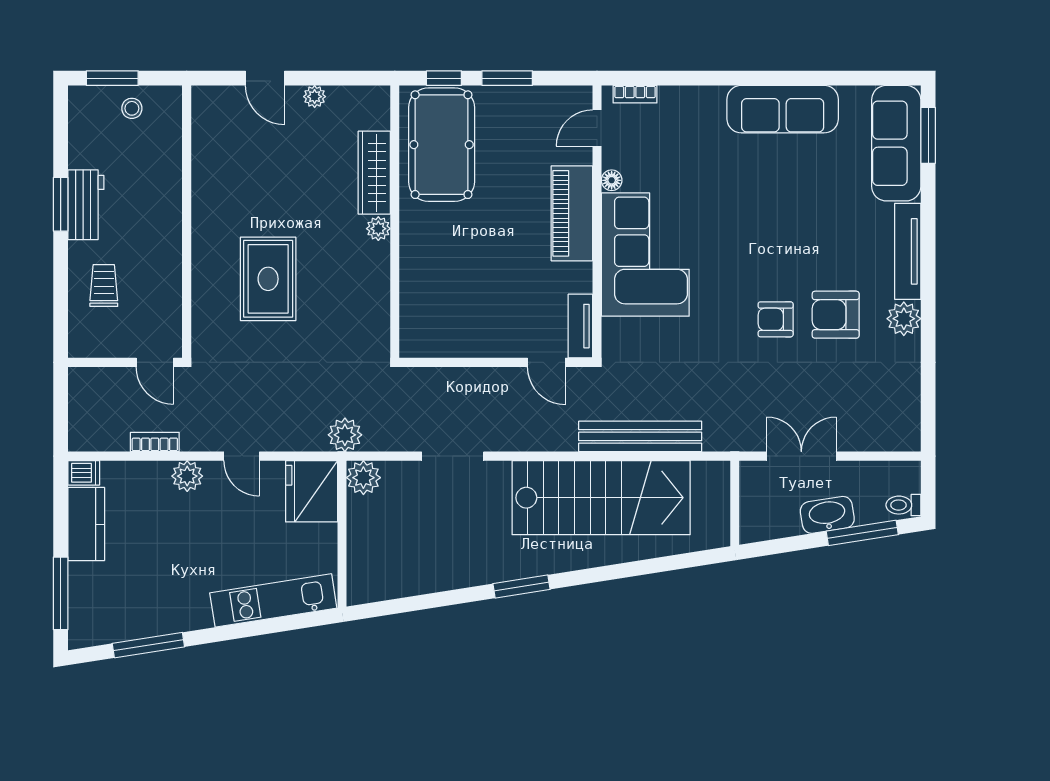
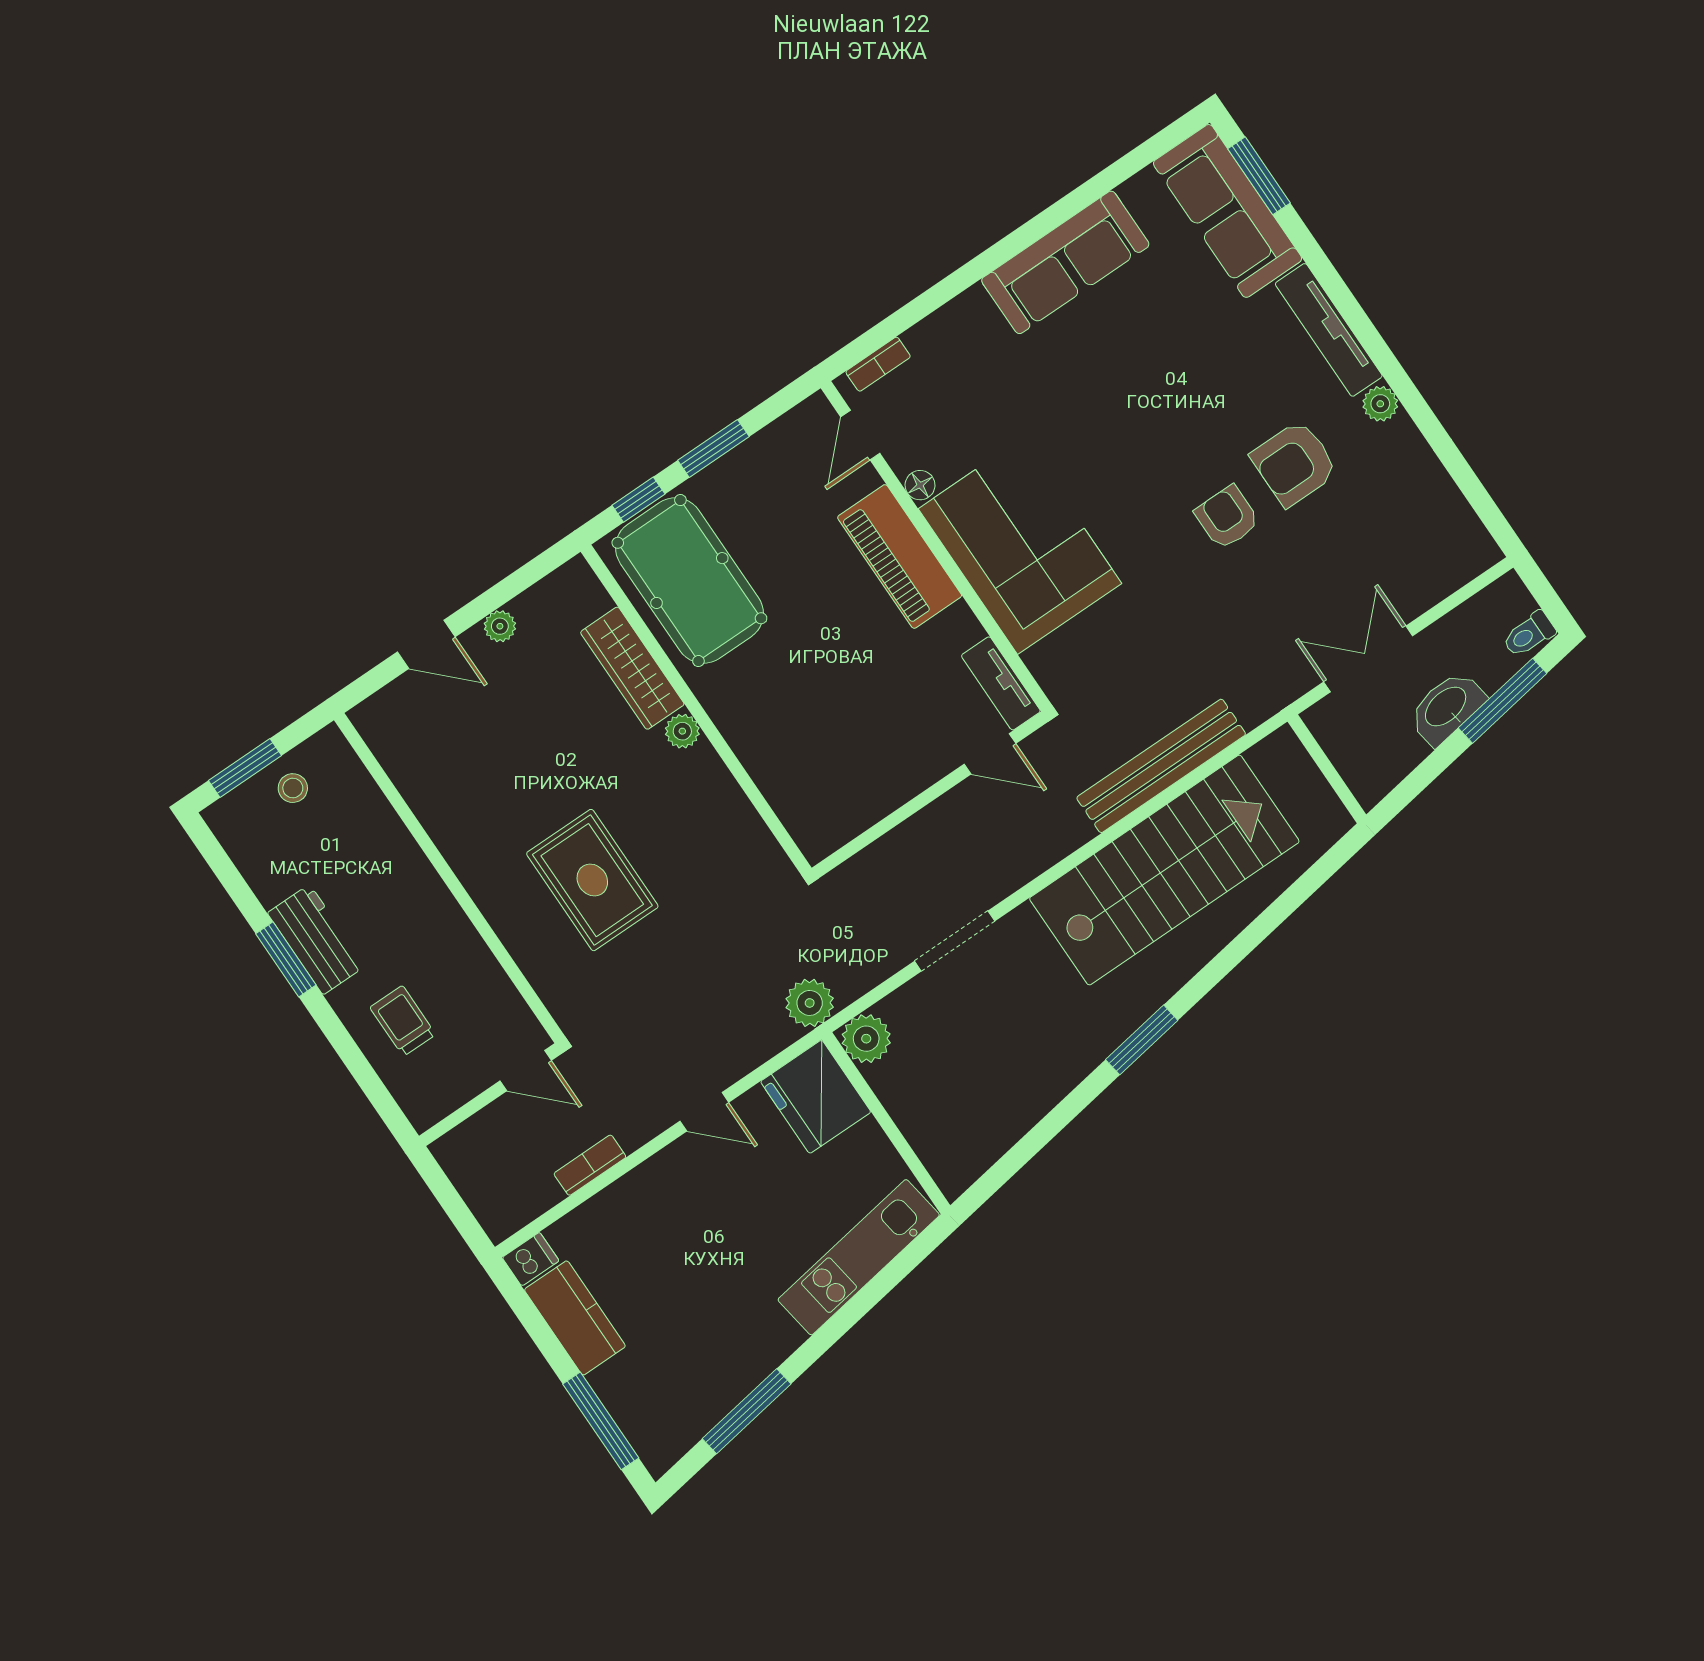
armchair: (776, 319) -> (1227, 517), turned 90
plant: (904, 319) -> (1380, 404), width x0.73, depth x0.73
plant: (187, 476) -> (656, 1179), removed

